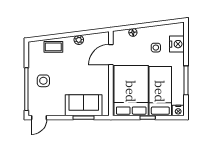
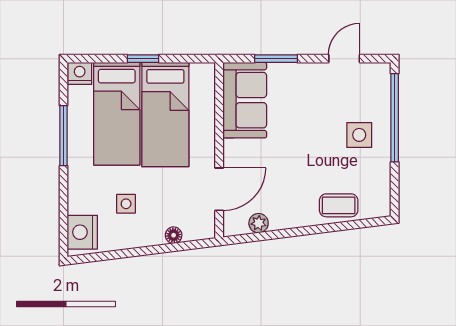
plant: (79, 40) -> (259, 223), moved
nightstand: (177, 44) -> (82, 232), moved
bed: (131, 91) -> (165, 114), width x0.67
sofa: (84, 105) -> (245, 100), moved, turned -90
door: (39, 118) -> (344, 59), moved

